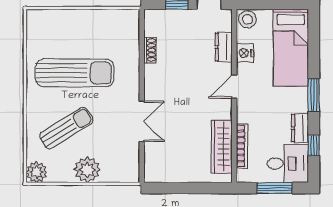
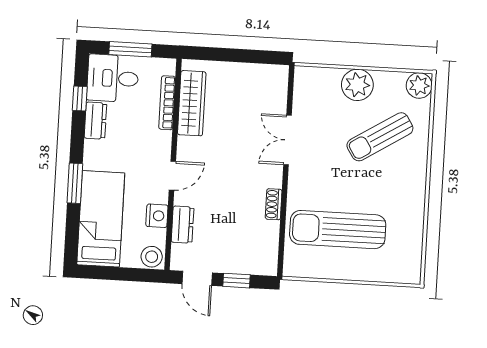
shoe rack: (150, 50) -> (274, 204), moved
sun lounger: (75, 73) -> (338, 230), moved
window: (314, 95) -> (75, 183), moved

